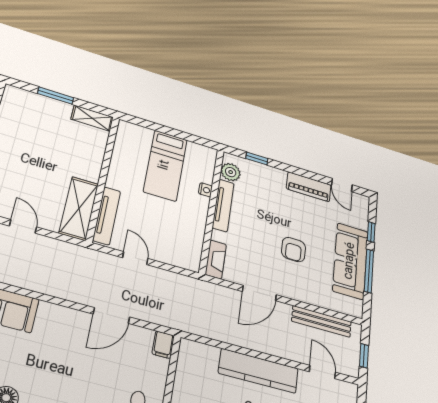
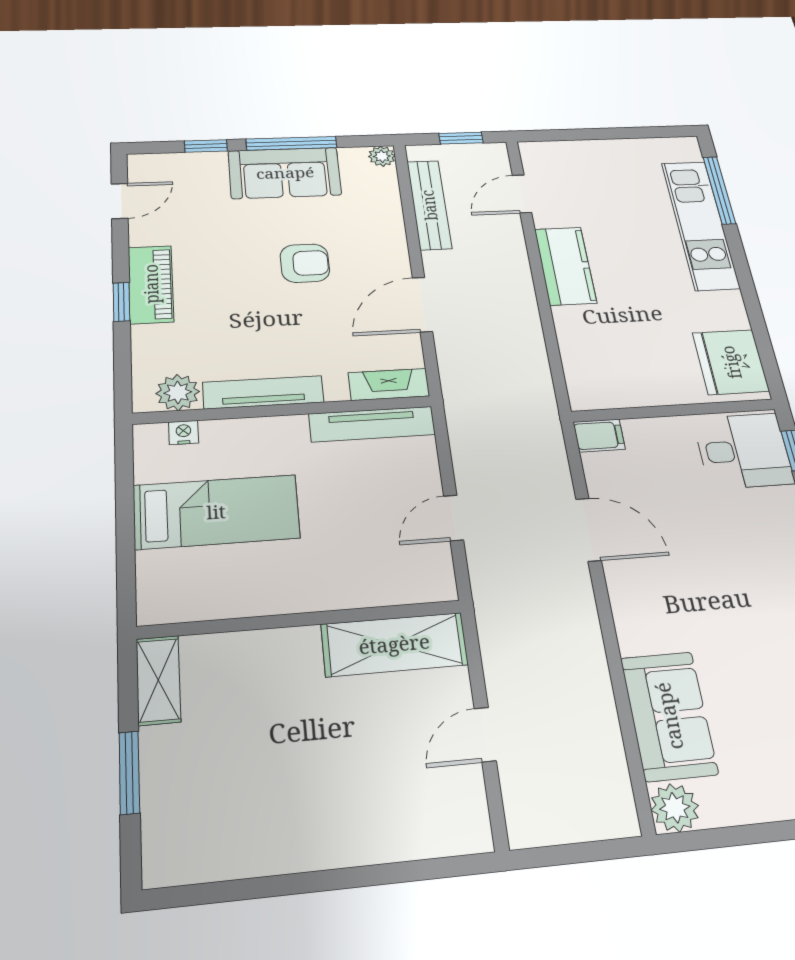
window: (257, 159) -> (121, 302), moved
piano: (309, 187) -> (151, 284), moved
nightstand: (205, 190) -> (184, 433), moved
tv unit: (107, 216) -> (372, 424), moved, turned 180
sofa: (350, 261) -> (285, 173), width x0.73
door: (259, 293) -> (422, 305), swing flipped
plant: (356, 311) -> (382, 156), added
kitchen counter: (258, 371) -> (565, 266), width x0.67

